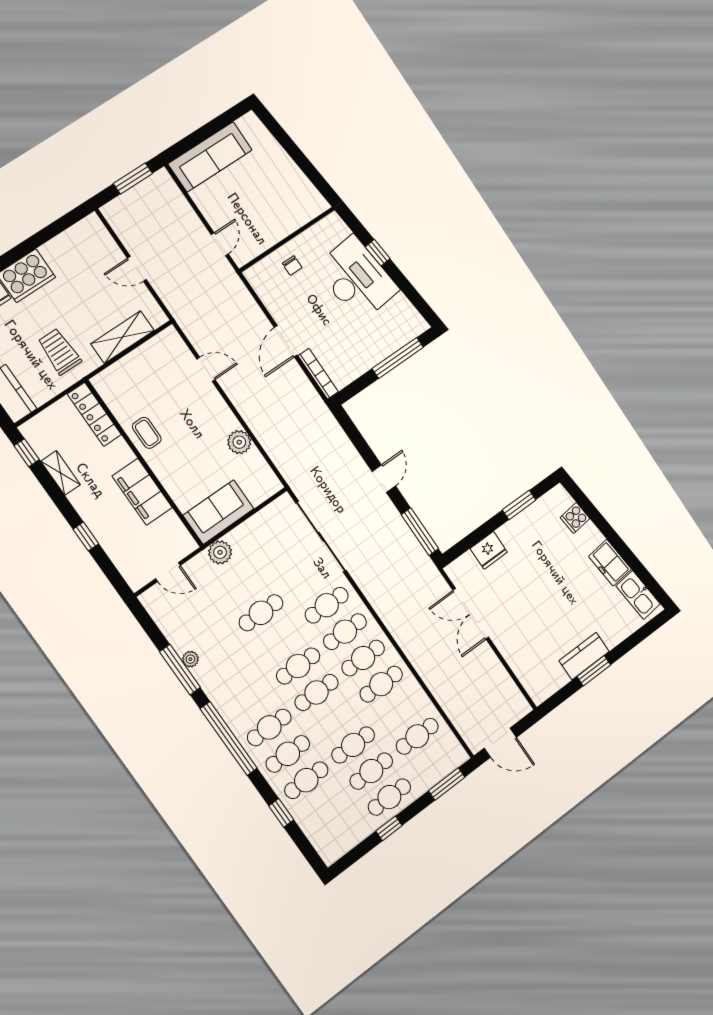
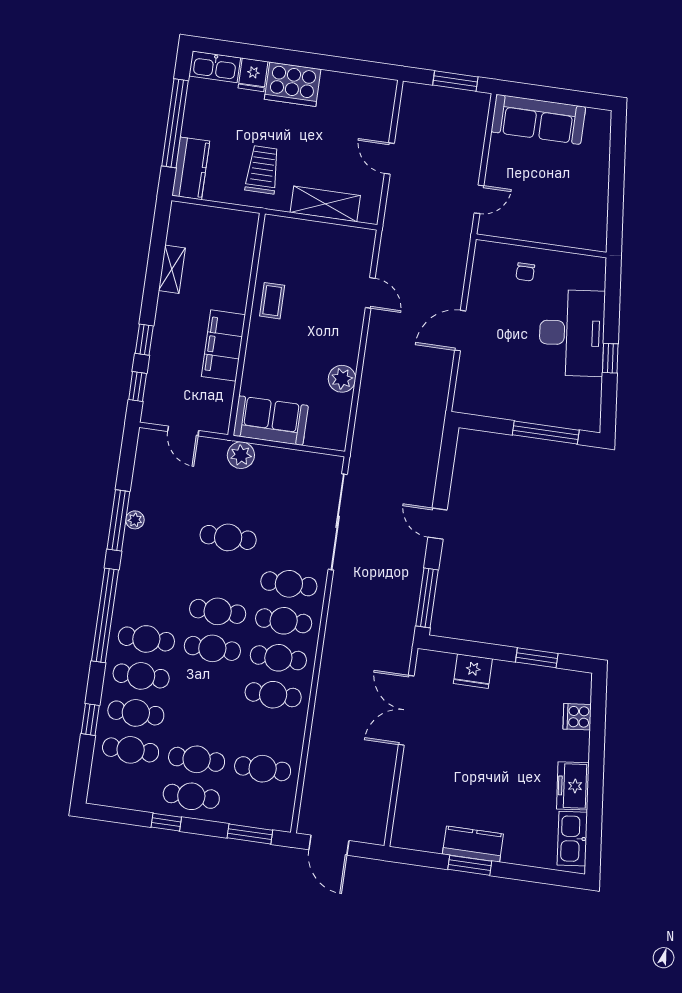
window: (378, 253) -> (610, 358), moved
bookcase: (318, 374) -> (463, 383), removed
locker: (94, 414) -> (243, 246), removed
window: (27, 453) -> (138, 387), moved
door: (384, 479) -> (438, 524), swing flipped
cafe table: (353, 745) -> (131, 750), moved

